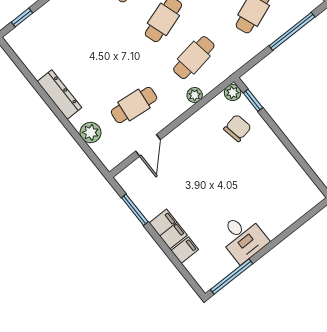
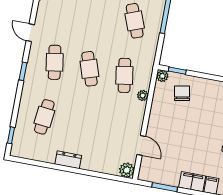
dresser: (59, 95) -> (68, 160), width x0.70
cafe table: (134, 105) -> (44, 117), moved
plant: (90, 133) -> (127, 170), moved

